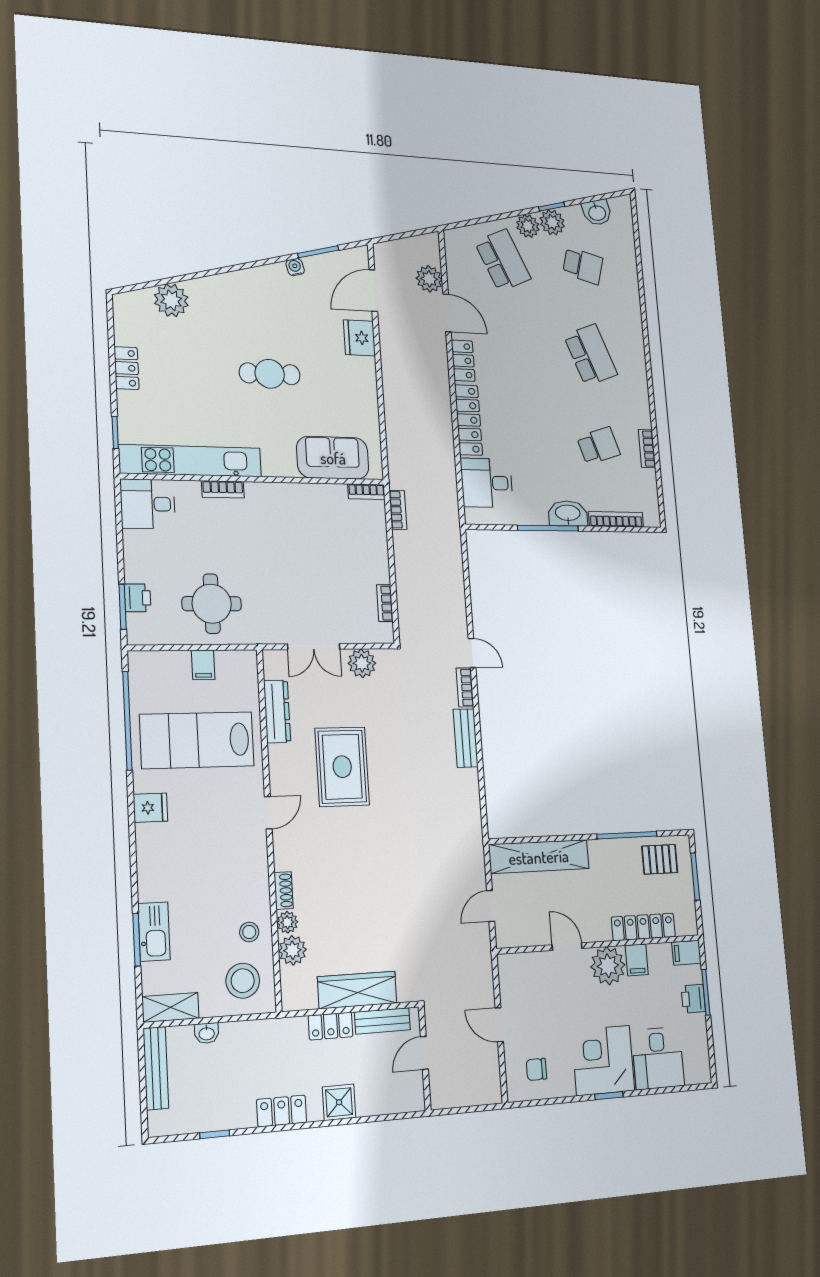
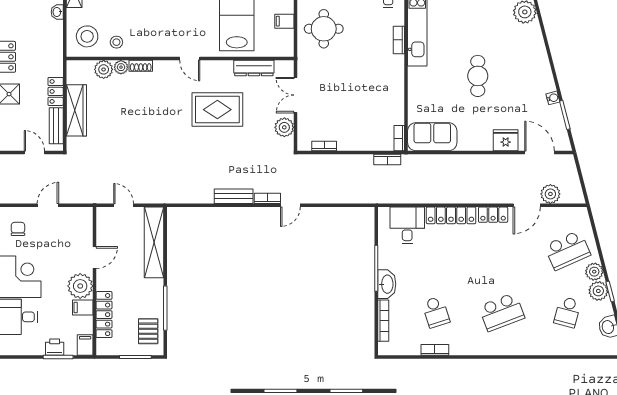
sofa: (333, 458) -> (432, 137), moved, turned -90

